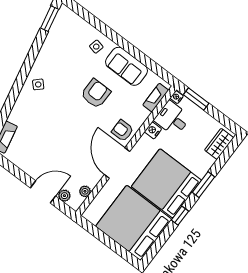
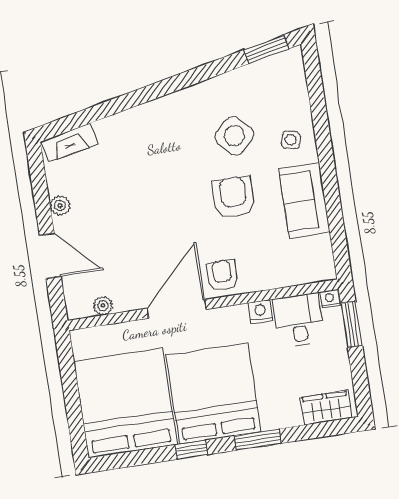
side table: (38, 84) -> (234, 136), moved, width x1.87, depth x1.87
armchair: (96, 94) -> (234, 197), turned -90
fireplace: (156, 98) -> (303, 274), removed
plant: (64, 196) -> (60, 206), moved

